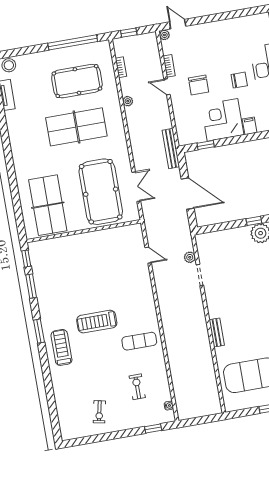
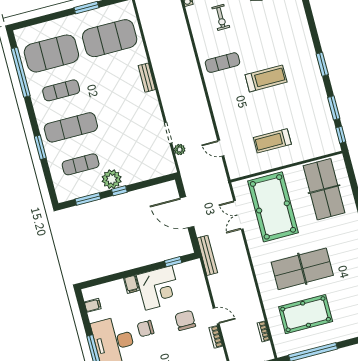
plant: (128, 101) -> (254, 299), removed
treadmill: (61, 347) -> (272, 141), moved, turned 90

